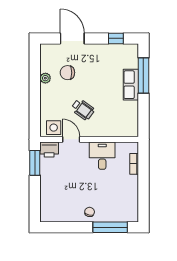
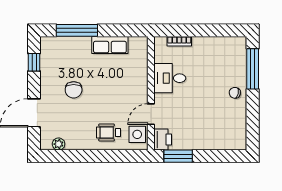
chair: (67, 73) -> (74, 90), moved
plant: (45, 78) -> (59, 144), moved
row of seats: (131, 85) -> (110, 45), moved
wheelchair: (83, 109) -> (108, 133), moved, turned -126

